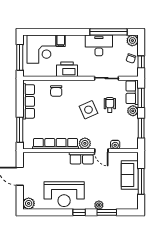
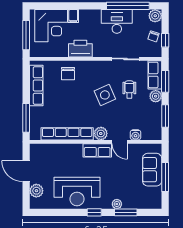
plant: (29, 203) -> (36, 191), moved

